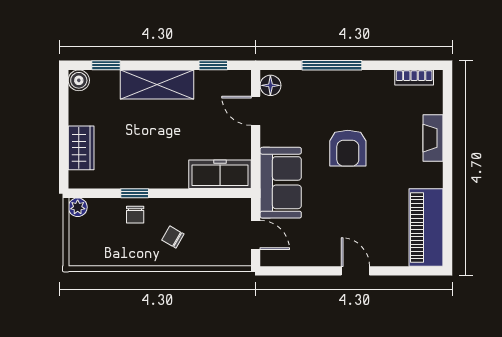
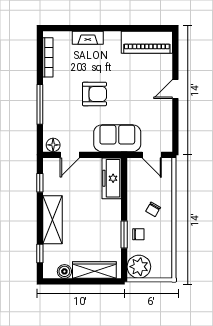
bookcase: (414, 77) -> (48, 57), width x1.56
boiler: (79, 80) -> (64, 271), moved
wardrobe: (81, 148) -> (94, 270), width x1.50
window: (135, 193) -> (124, 235), width x1.50
plant: (78, 207) -> (139, 267), width x1.88, depth x1.88
door: (256, 235) -> (152, 155), swing flipped

